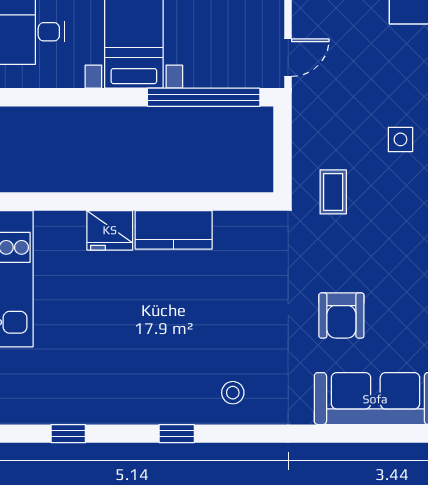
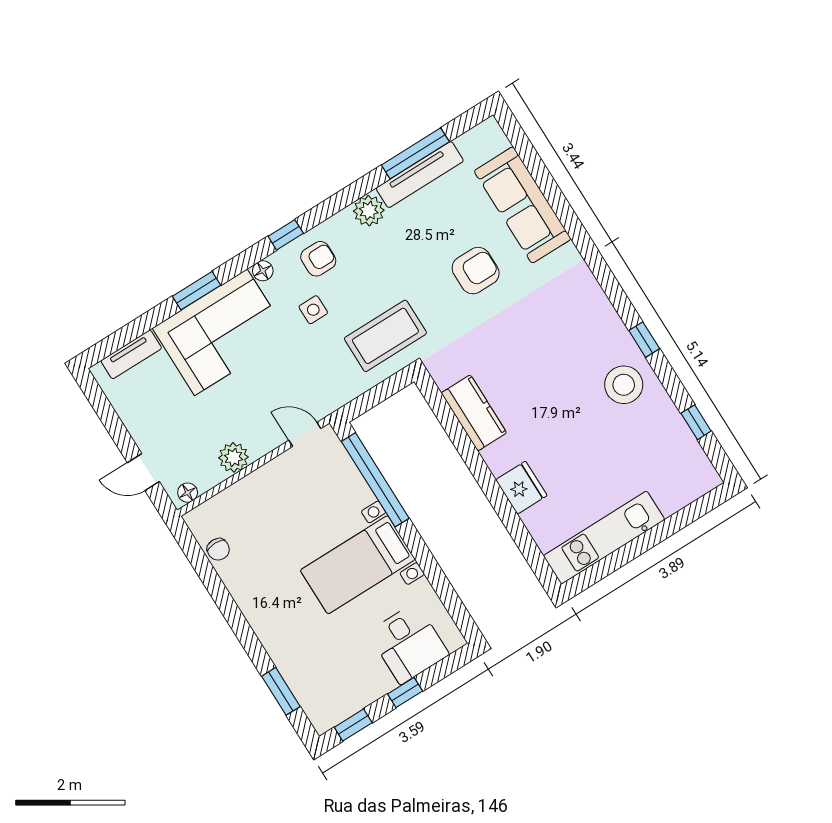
coffee table: (333, 192) -> (385, 336), width x1.86, depth x1.72
kitchen counter: (174, 230) -> (474, 413), moved
stool: (233, 393) -> (624, 385), moved, width x1.89, depth x1.89

